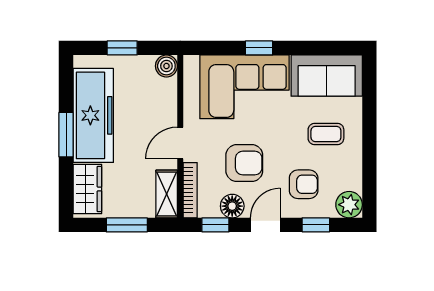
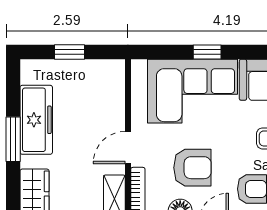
boiler: (166, 66) -> (114, 70), removed
freezer: (93, 115) -> (36, 120), width x0.73, depth x0.79

